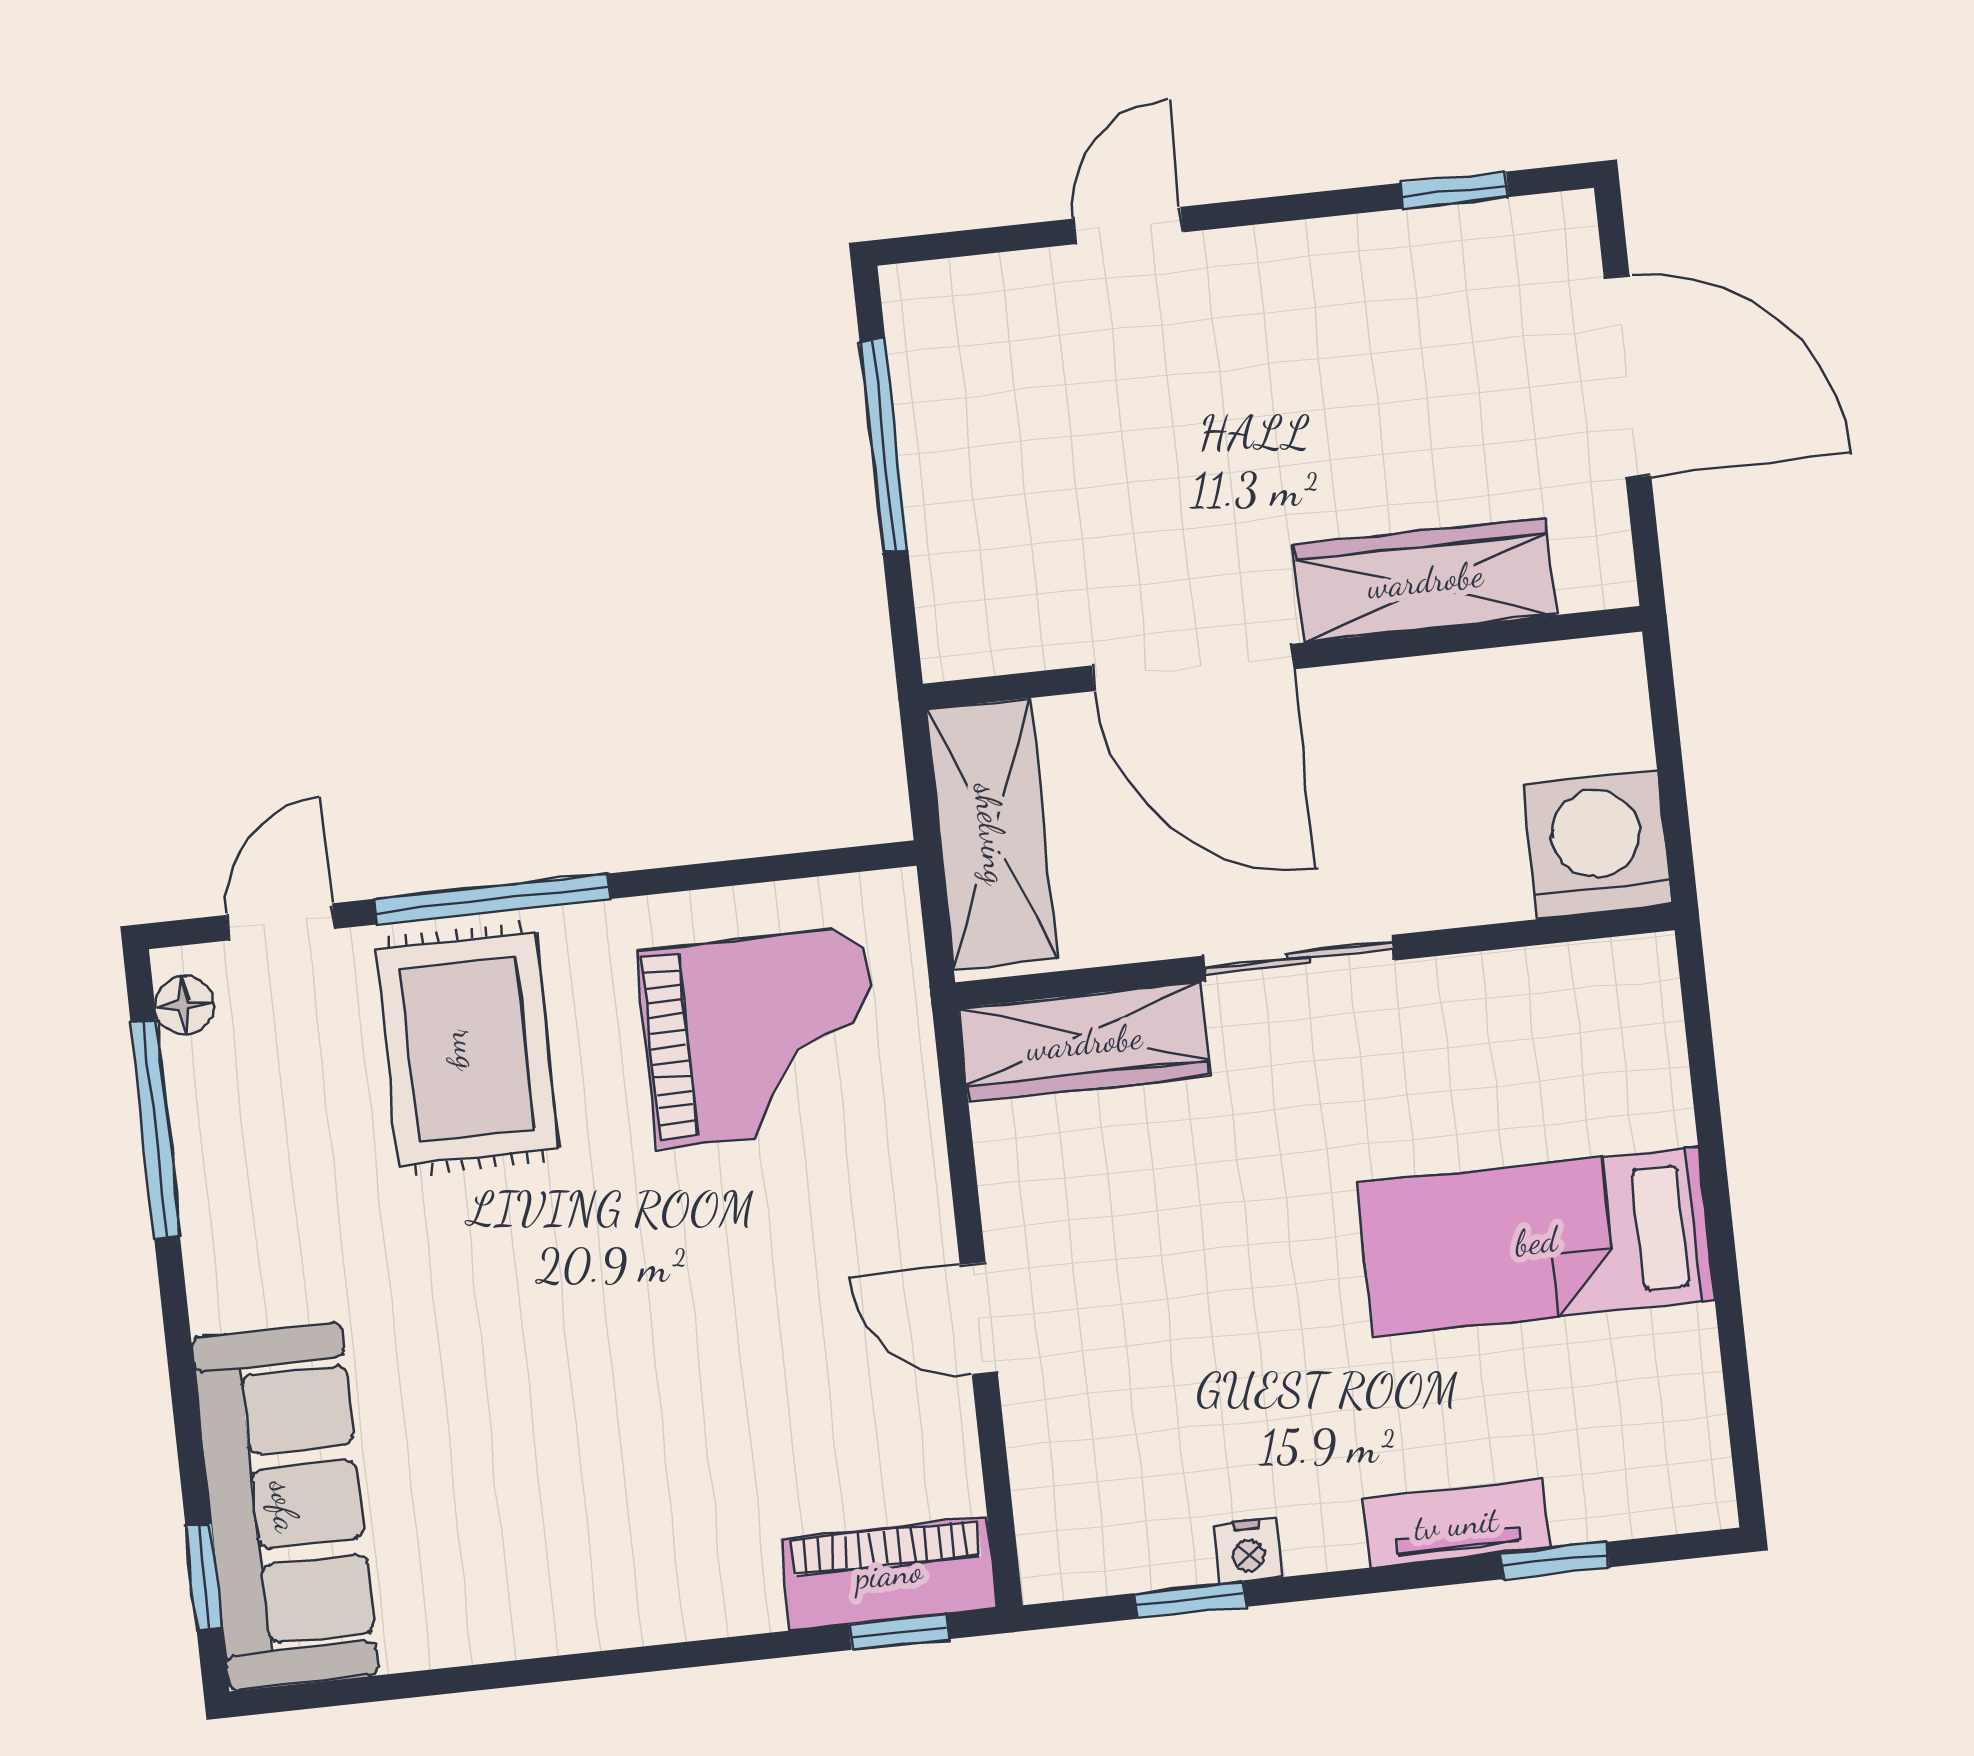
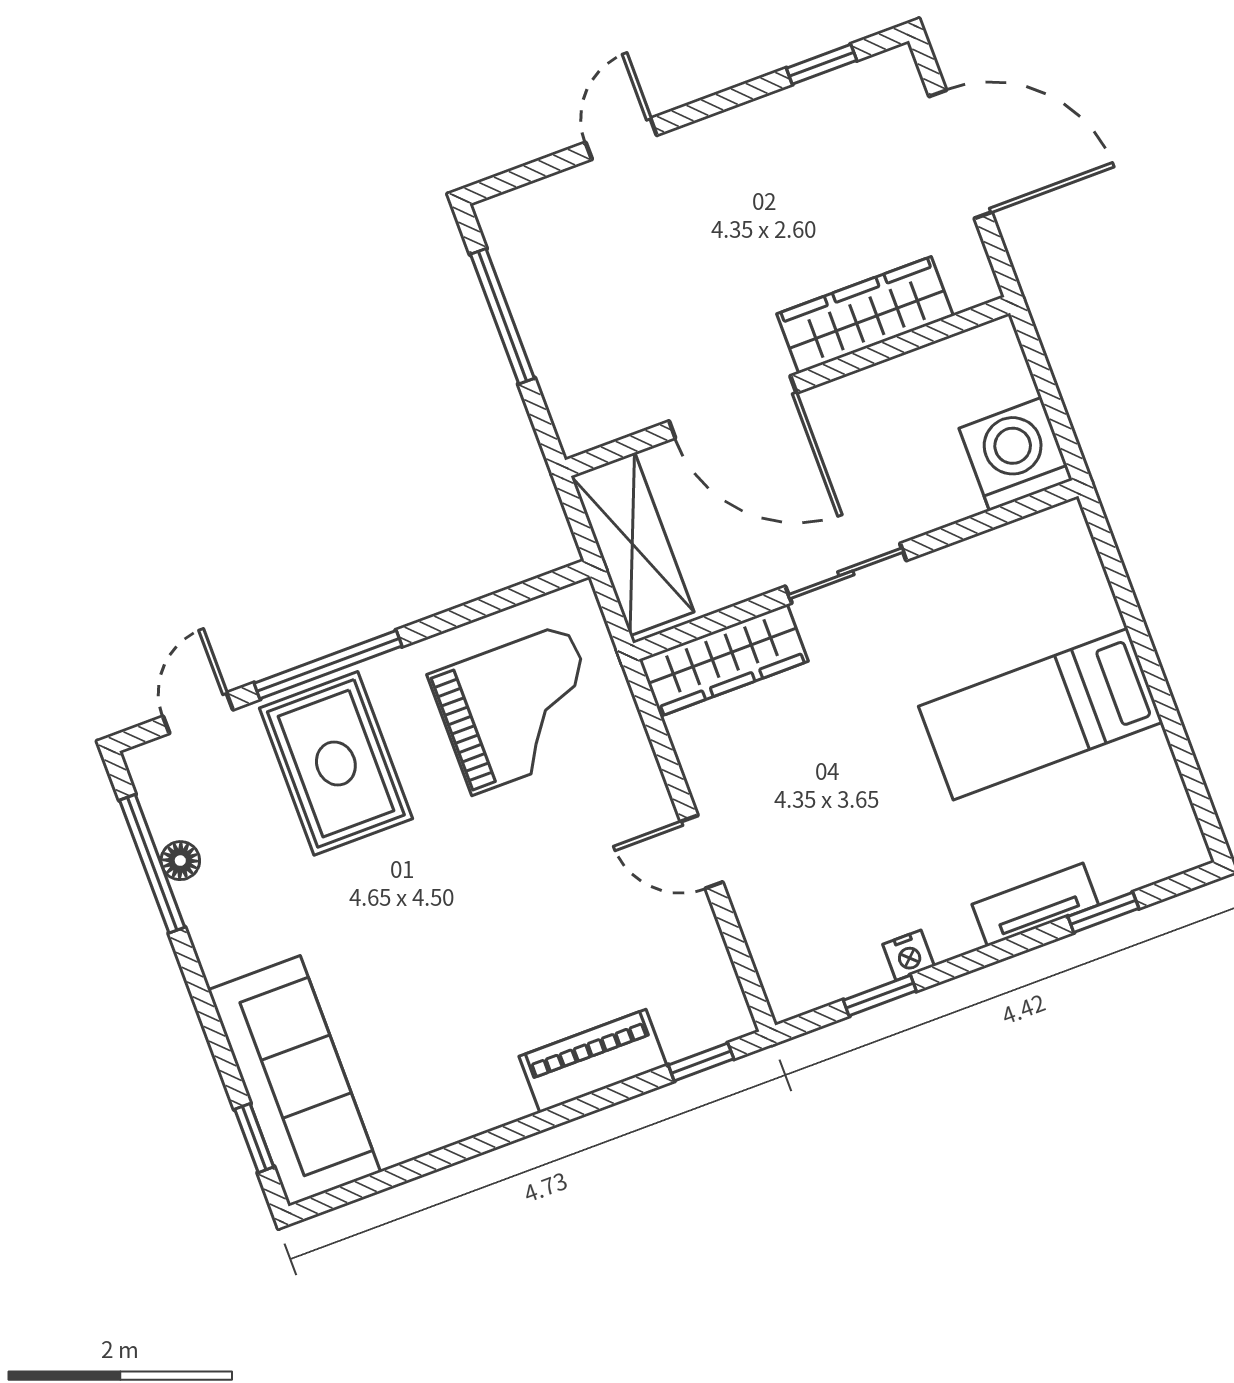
floor lamp: (184, 1005) -> (180, 861), moved
piano: (889, 1573) -> (593, 1061), moved

